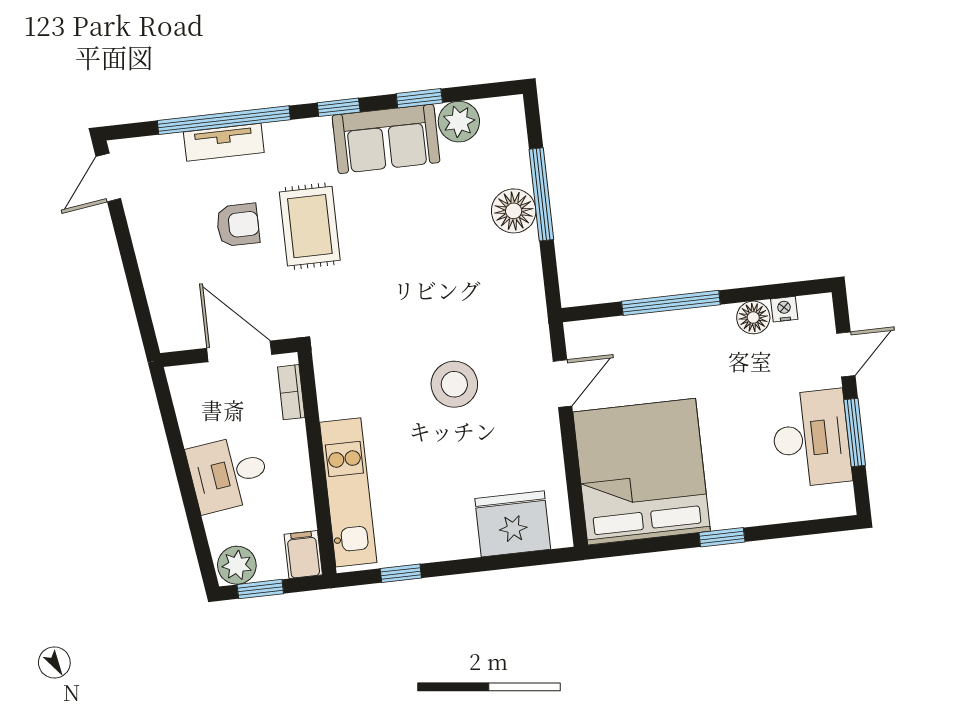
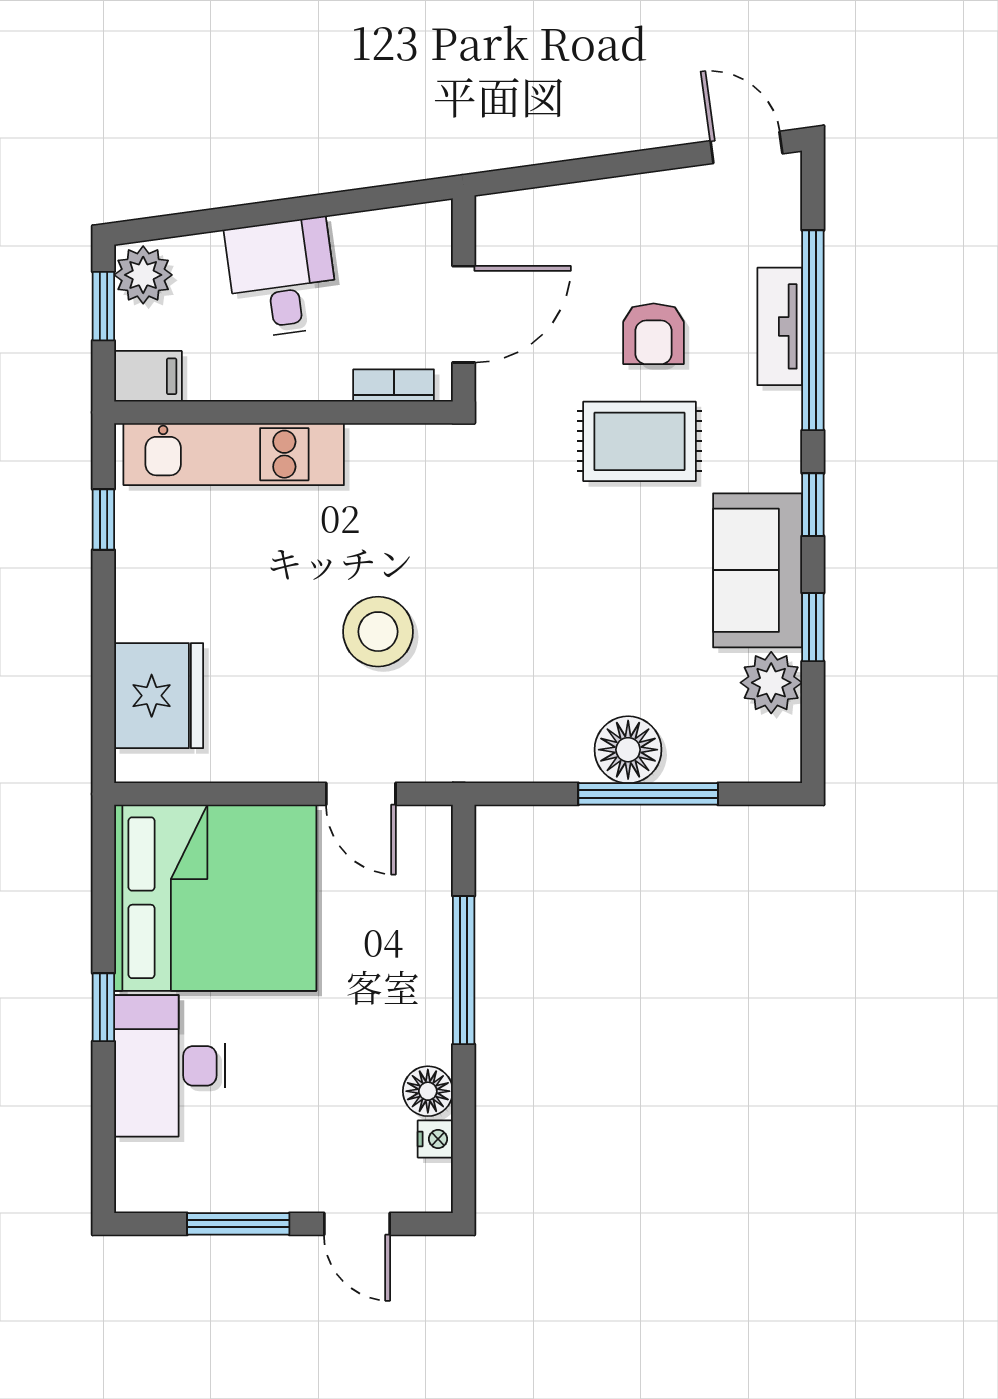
desk: (811, 438) -> (170, 1066), moved, turned 90

